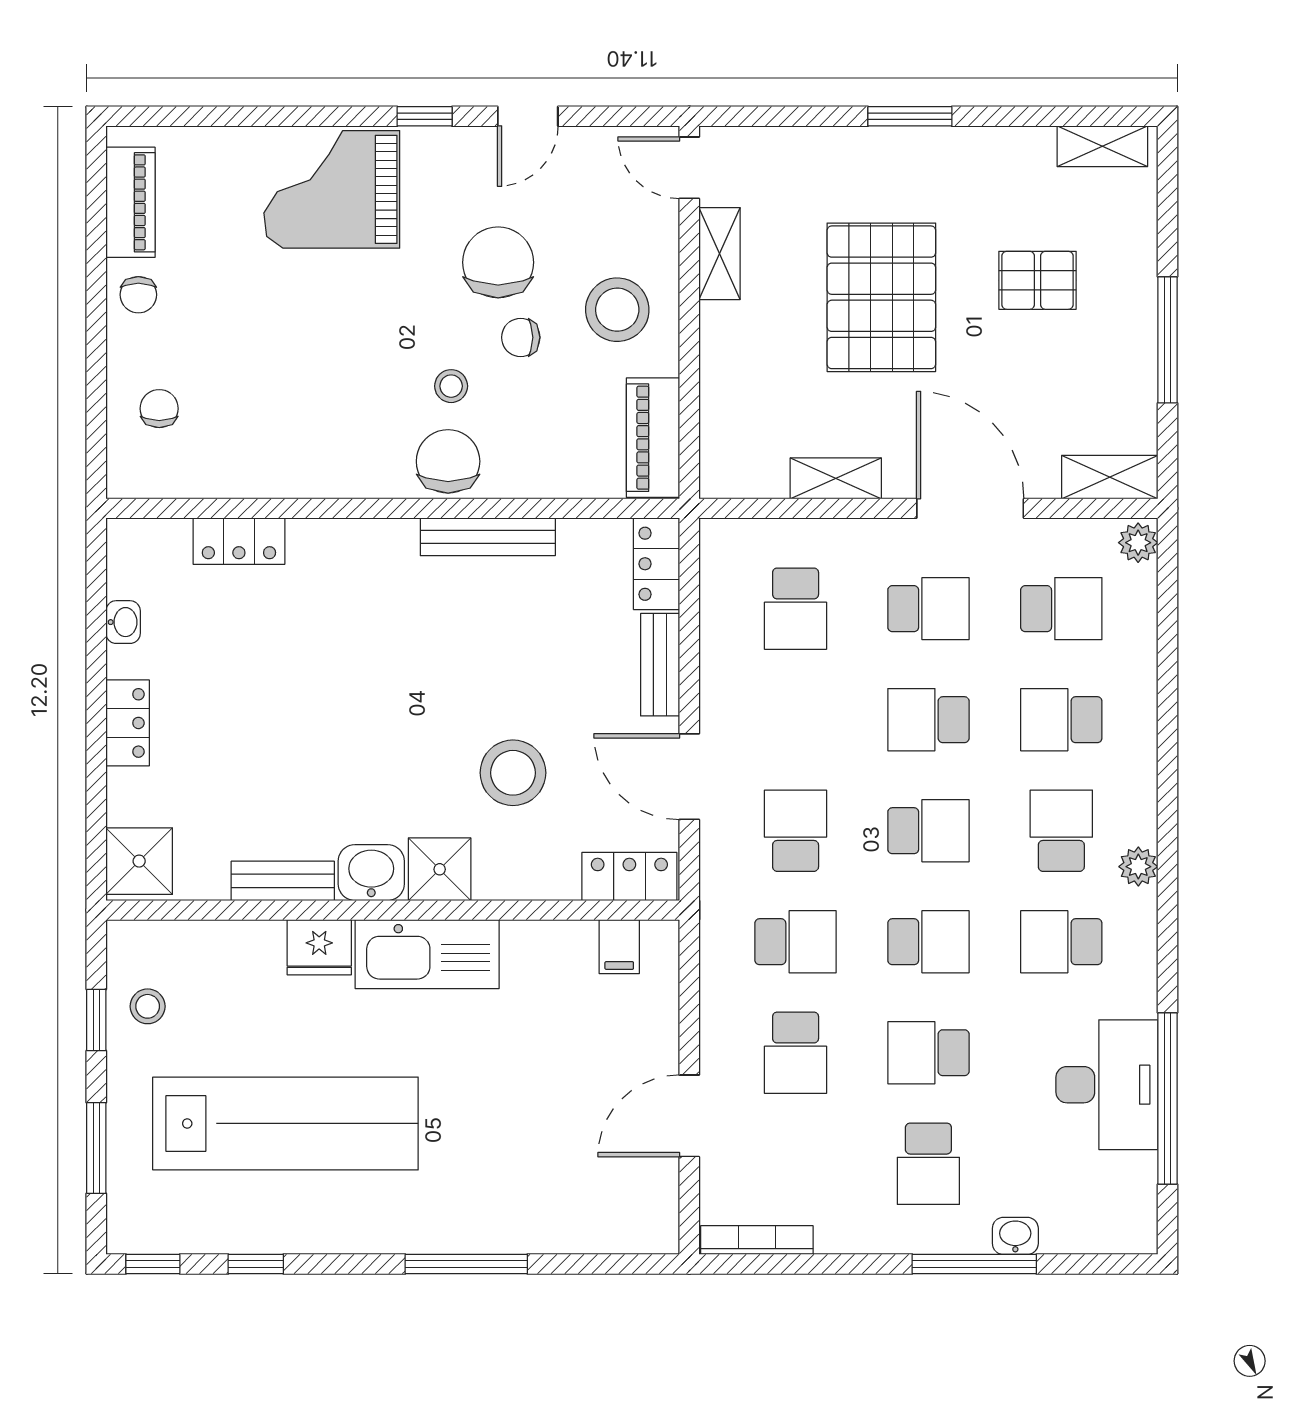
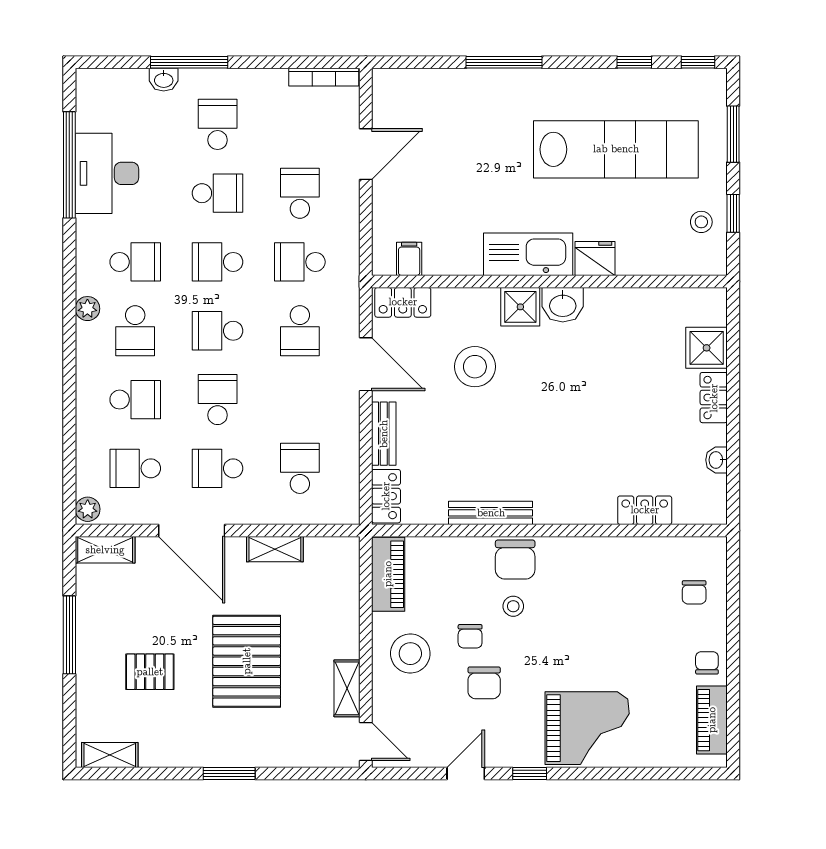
chair: (498, 262) -> (484, 683), width x0.73, depth x0.73
chair: (521, 337) -> (470, 636), turned 90
school desk: (928, 720) -> (218, 400), turned -90
shower: (139, 861) -> (707, 348), moved
bench: (283, 881) -> (618, 300), removed
lab bench: (285, 1123) -> (616, 149), turned 180

